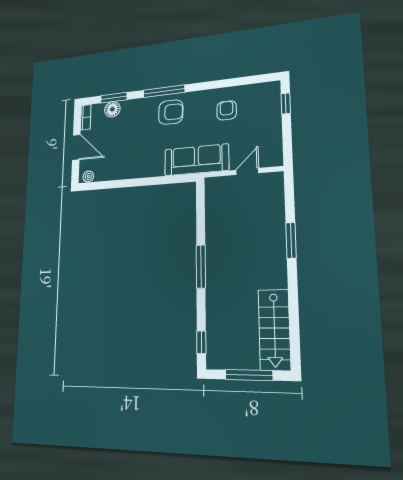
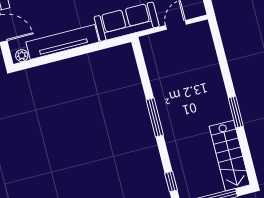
tv unit: (129, 170) -> (62, 42), added
window: (291, 240) -> (236, 112), moved

